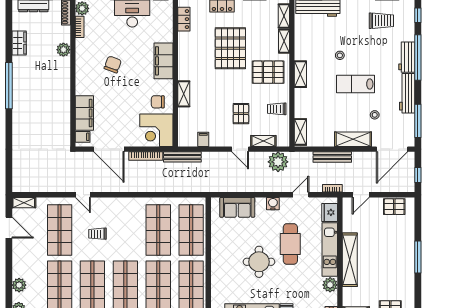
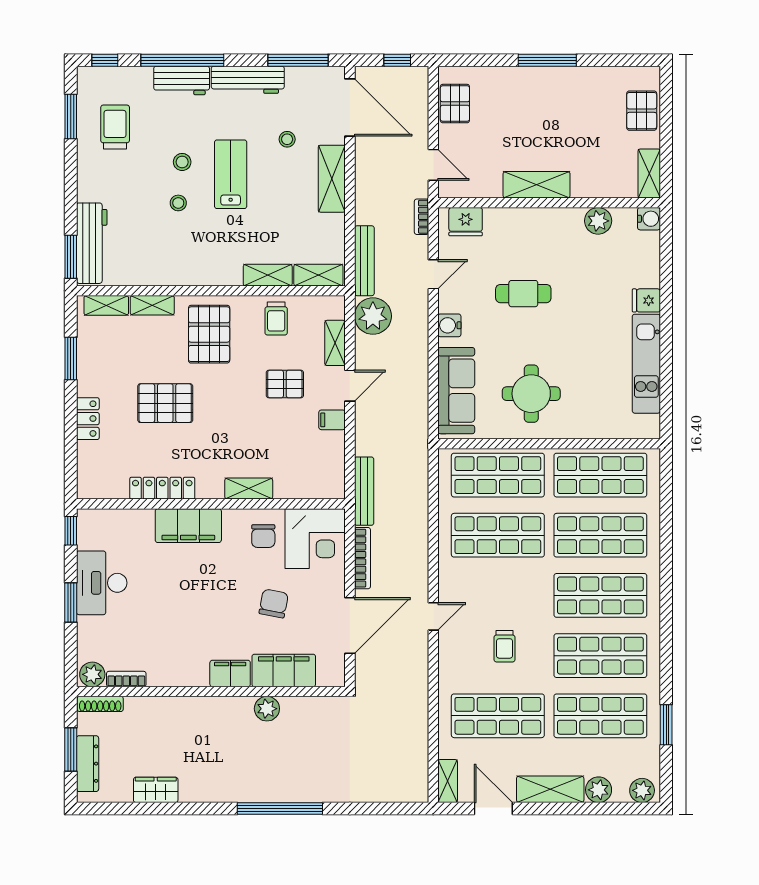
locker: (184, 19) -> (162, 488), moved, width x1.53
pallet: (230, 48) -> (165, 403), width x0.73, depth x0.71
plant: (63, 50) -> (267, 709), moved
stool: (362, 57) -> (182, 162), added
chair: (113, 64) -> (274, 603), moved, turned 81
shelving: (300, 74) -> (268, 275), moved
lab bench: (356, 84) -> (231, 174), turned 180
window: (9, 86) -> (280, 809), moved
filing cabinet: (83, 137) -> (230, 673), moved, width x2.00
filing cabinet: (203, 139) -> (332, 420), moved
bench: (332, 157) -> (364, 261), moved
door: (83, 195) -> (433, 616), moved
door: (301, 195) -> (433, 274), swing flipped
sofa: (237, 207) -> (456, 391), width x1.36
door: (9, 228) -> (493, 809), hinge flipped
cafe table: (290, 244) -> (523, 294), width x0.73, depth x0.74
kitchen unit: (330, 249) -> (533, 221), removed
shelving: (19, 259) -> (550, 789), added
shelving: (350, 260) -> (537, 185), width x0.68
round table: (259, 262) -> (531, 394), moved

